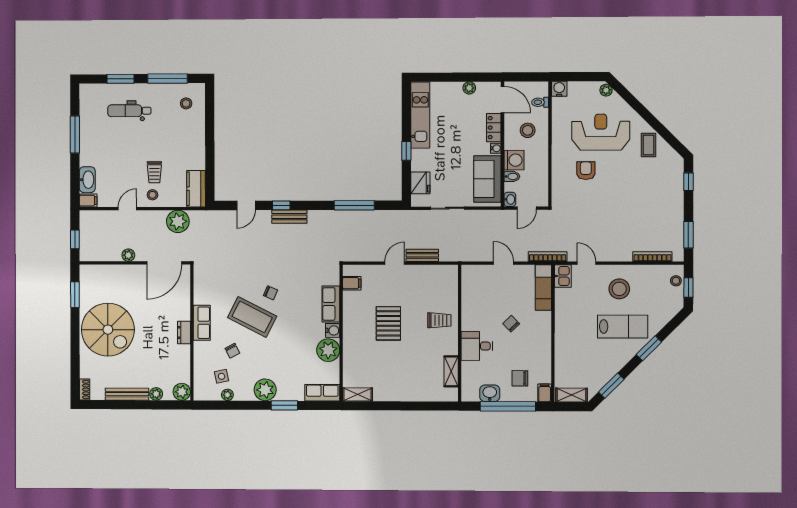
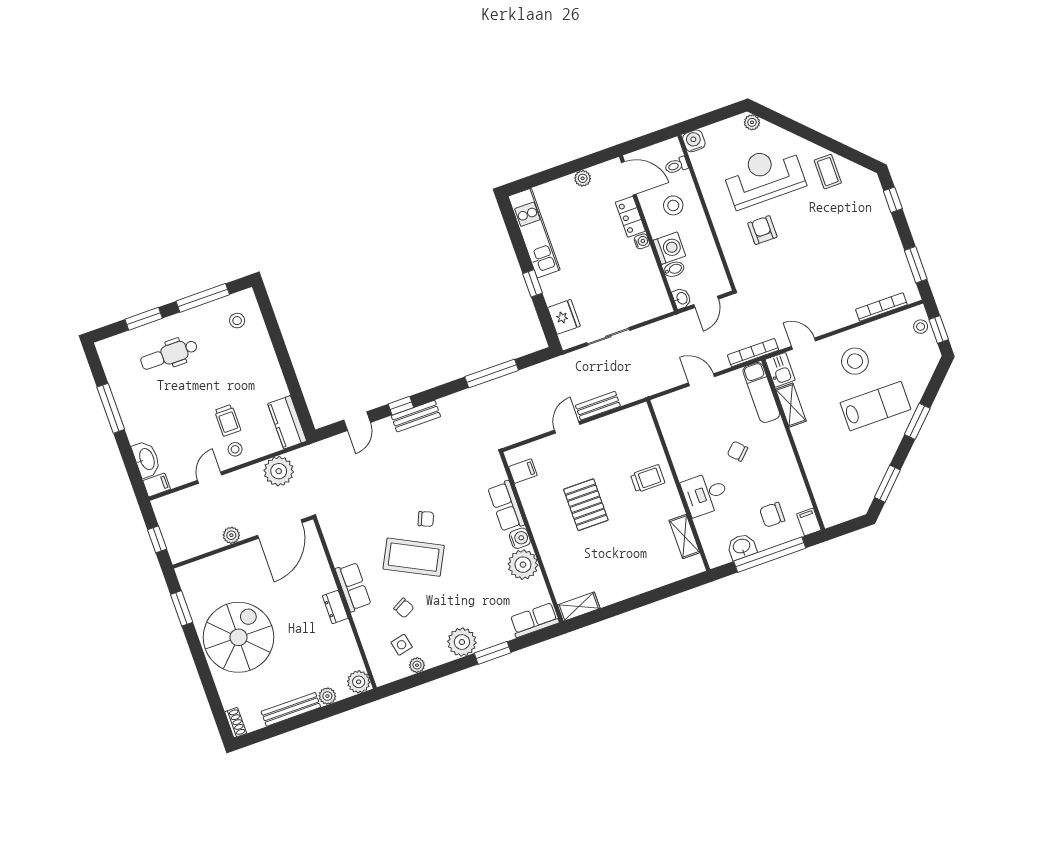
sofa: (487, 179) -> (645, 283), removed
spiral stairs: (108, 330) -> (238, 637), turned -90
shelving: (572, 395) -> (791, 405), moved, turned 90

